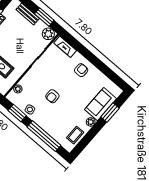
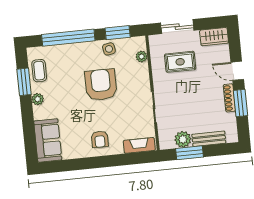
plant: (48, 34) -> (183, 139), moved
armchair: (52, 96) -> (101, 85), width x1.88, depth x1.88
sofa: (101, 104) -> (48, 140), moved
window: (110, 113) -> (24, 82), moved

